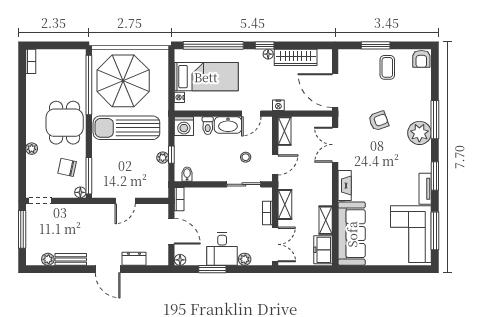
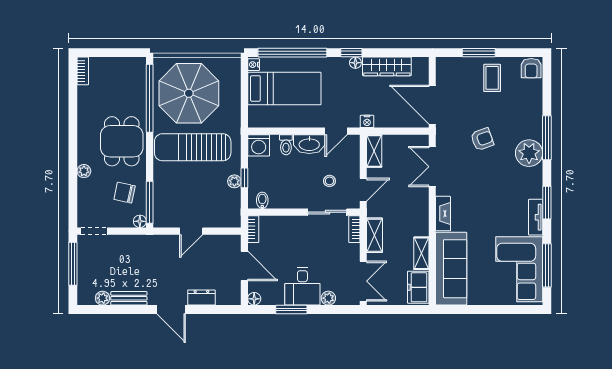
nightstand: (179, 97) -> (254, 65), moved
bookcase: (267, 213) -> (354, 229), moved

